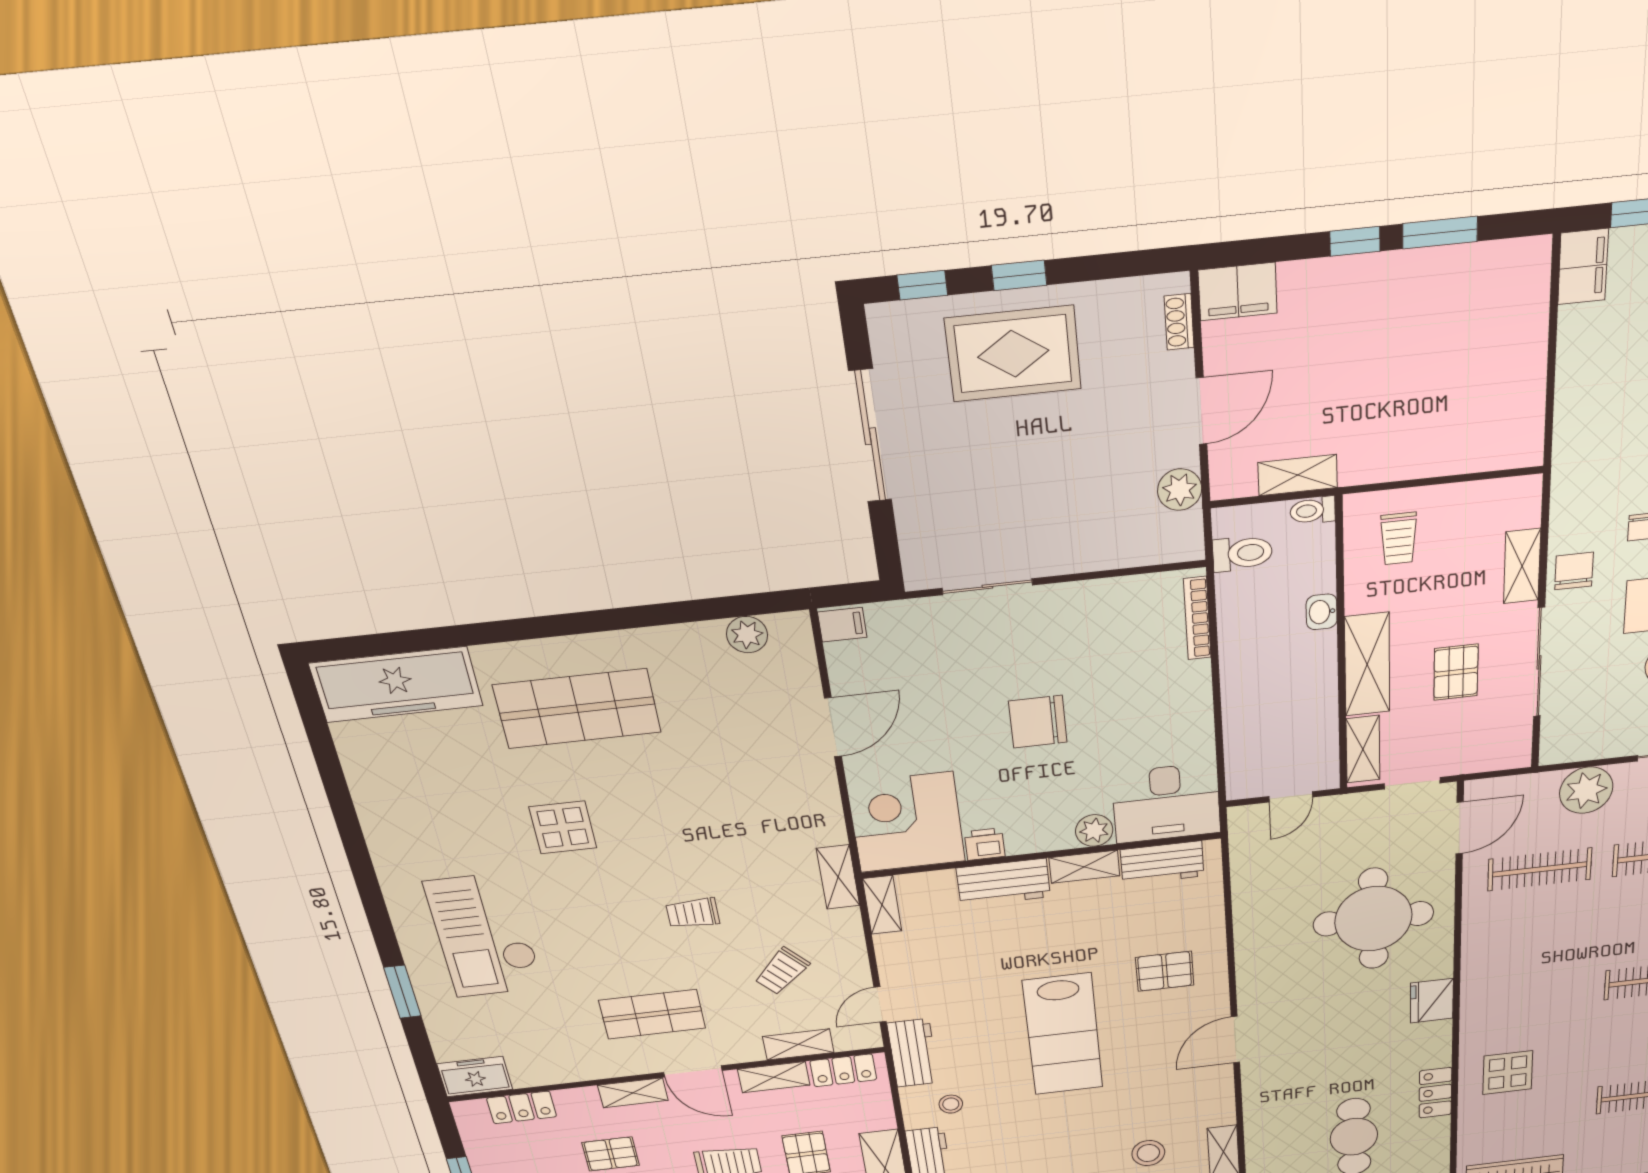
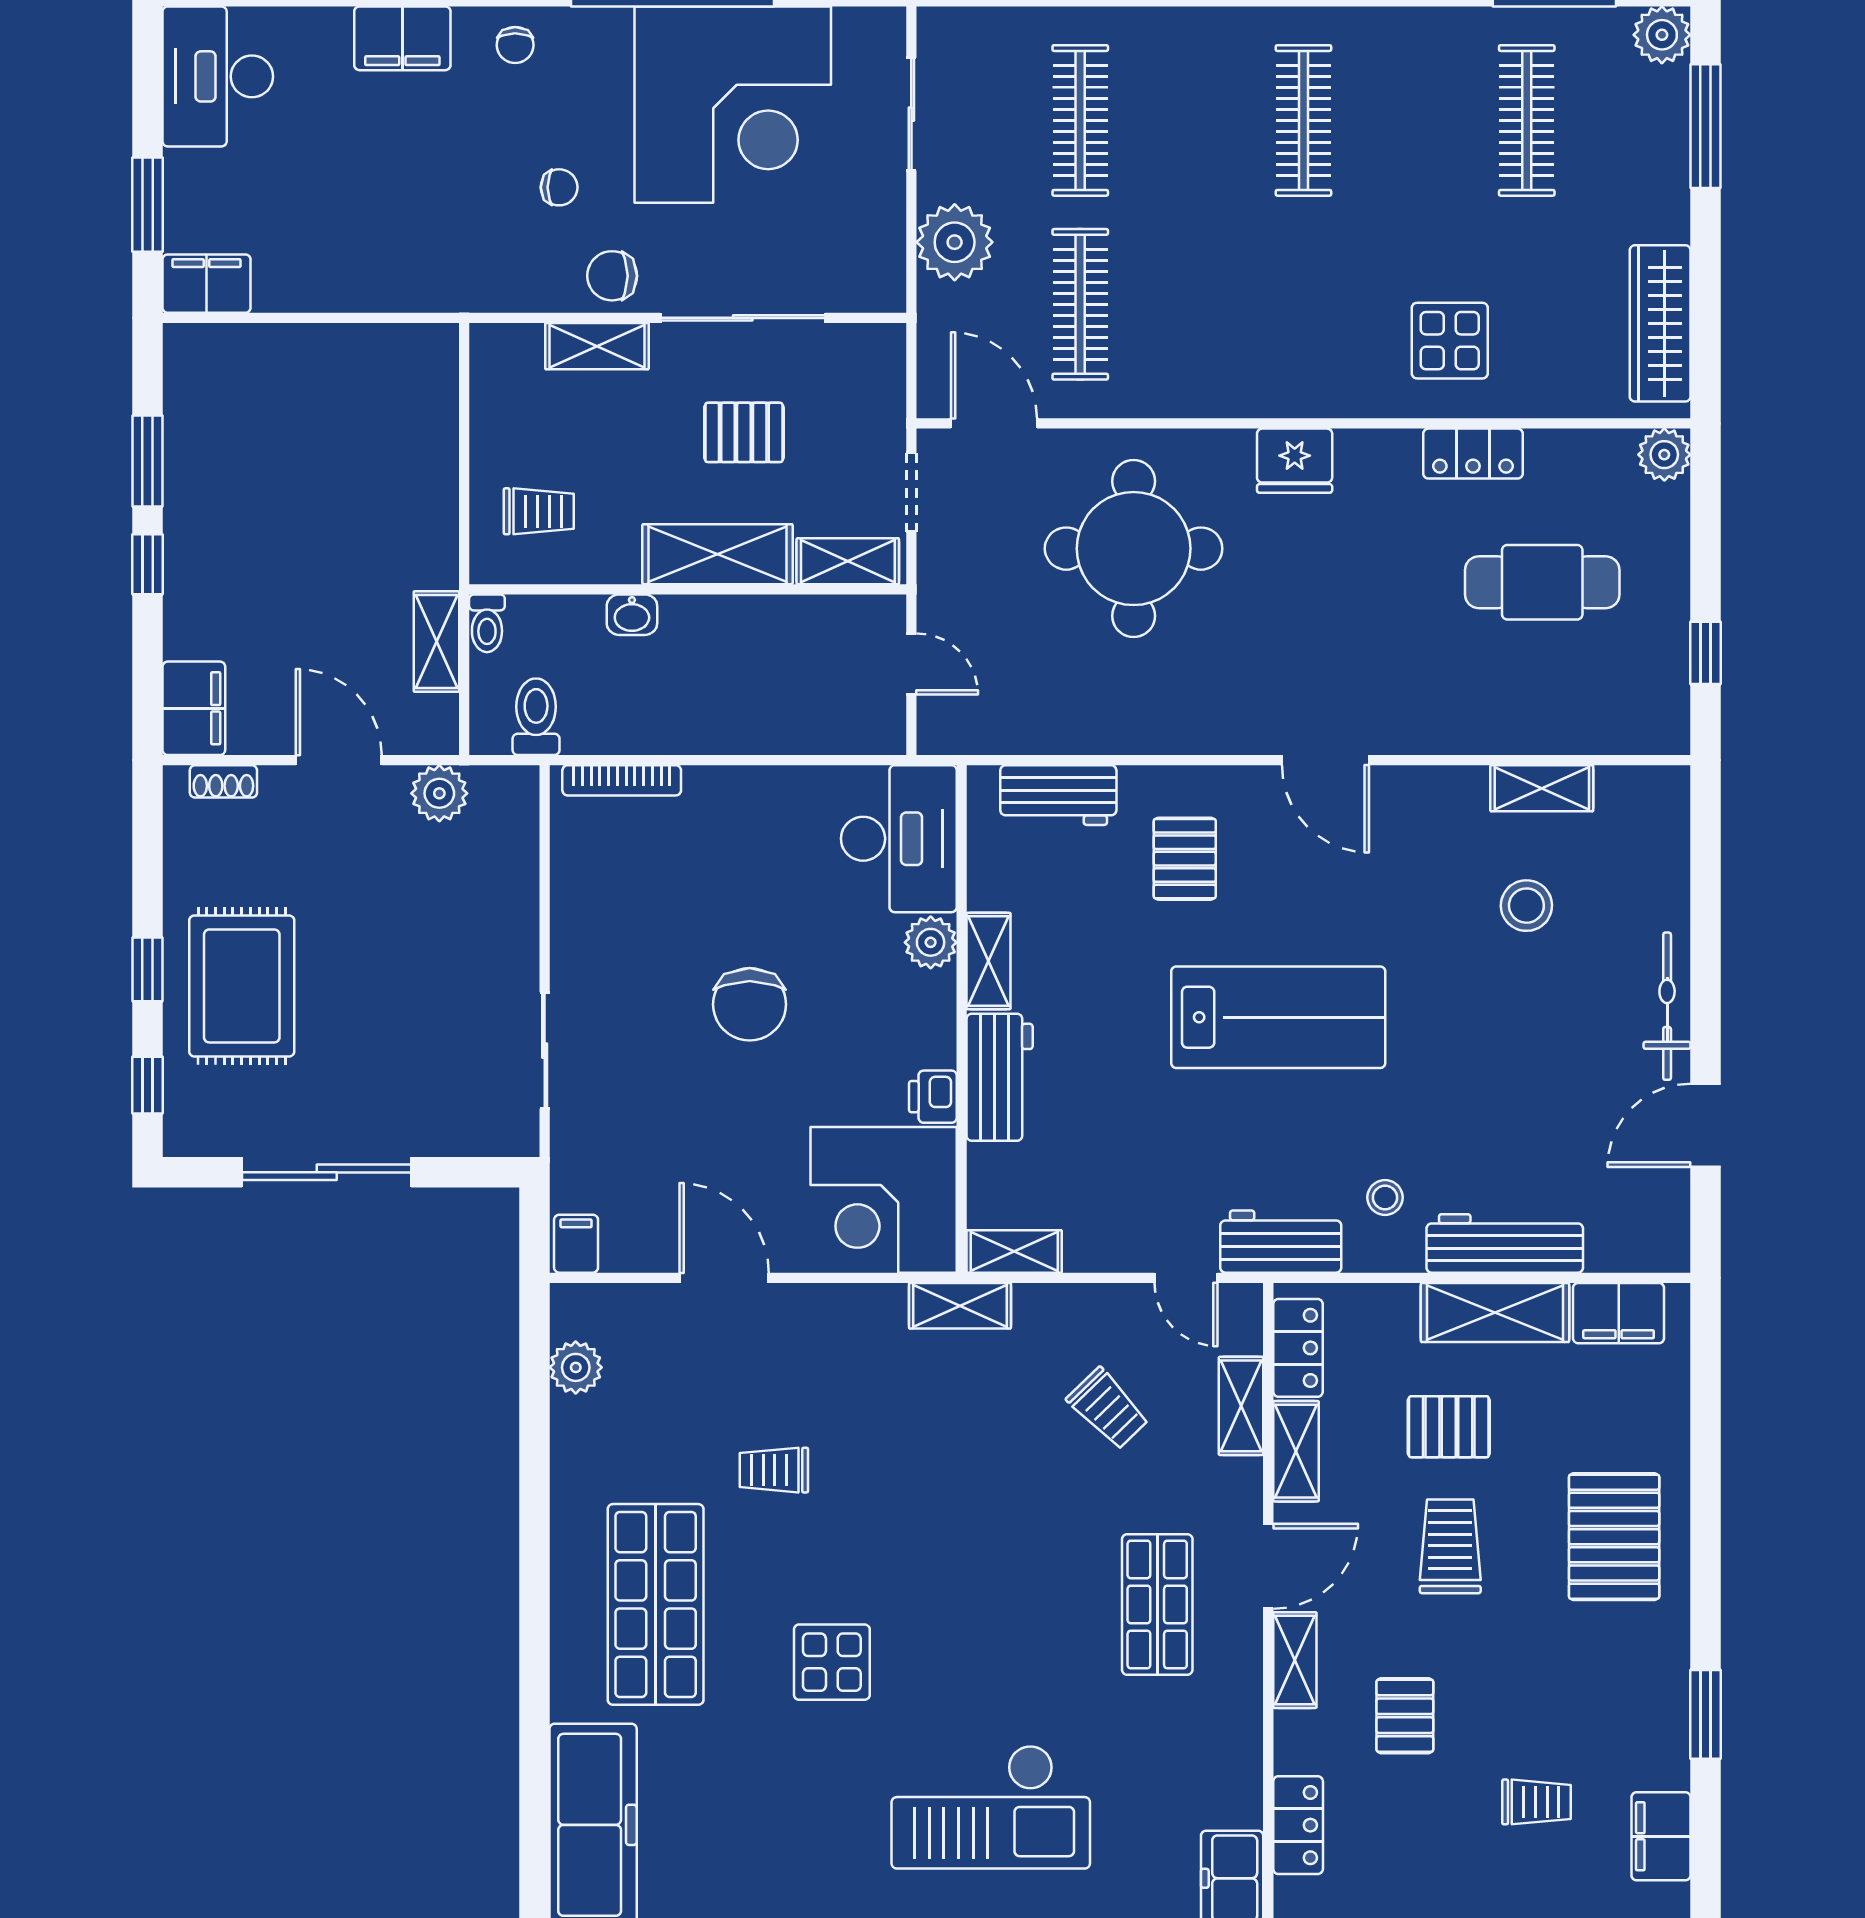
workbench: (1162, 863) -> (1058, 795), moved, turned 90
trolley: (693, 913) -> (774, 1470), moved, turned 90

